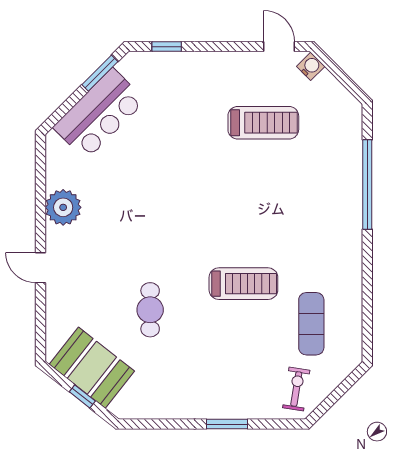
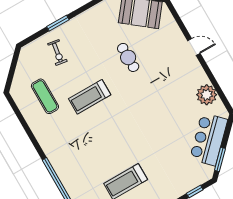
plant: (63, 207) -> (207, 95), moved
exercise bike: (296, 389) -> (57, 53), moved

